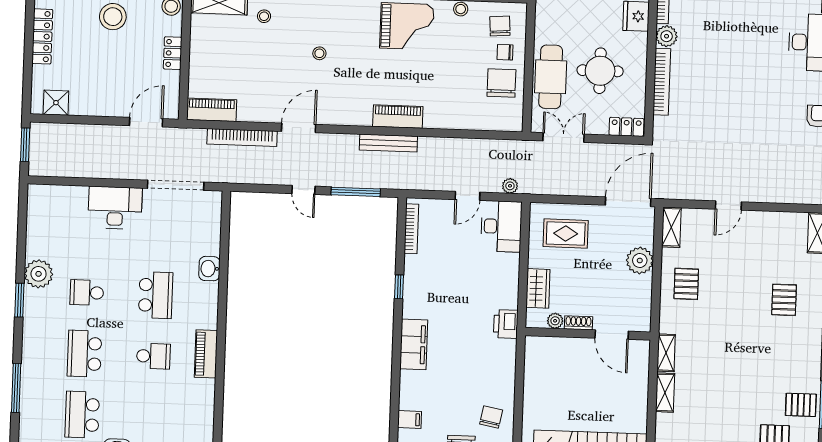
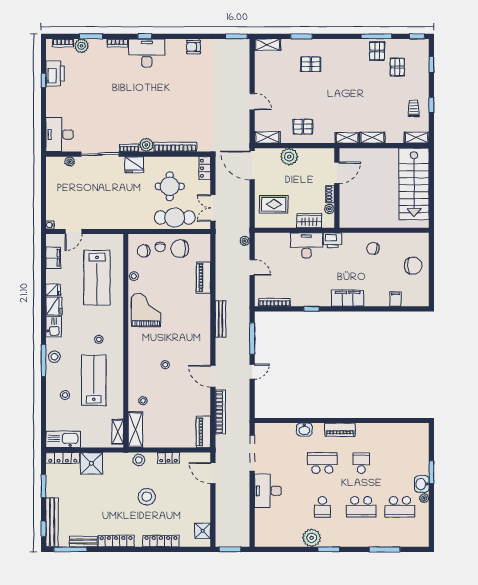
piano: (398, 117) -> (203, 278), moved
desk: (501, 226) -> (306, 245), moved
rug: (566, 234) -> (274, 204), turned 90
piano: (206, 354) -> (340, 430), moved
chair: (491, 417) -> (373, 248), moved

